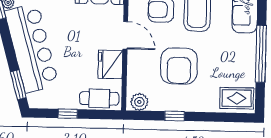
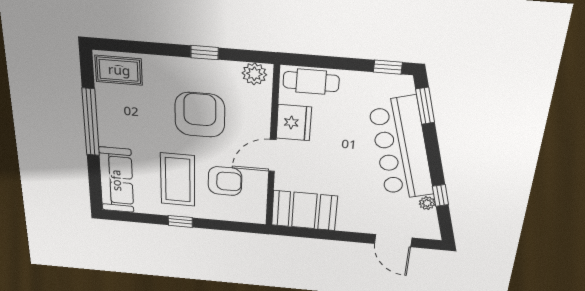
door: (125, 35) -> (272, 155), hinge flipped
window: (68, 114) -> (388, 67), moved

